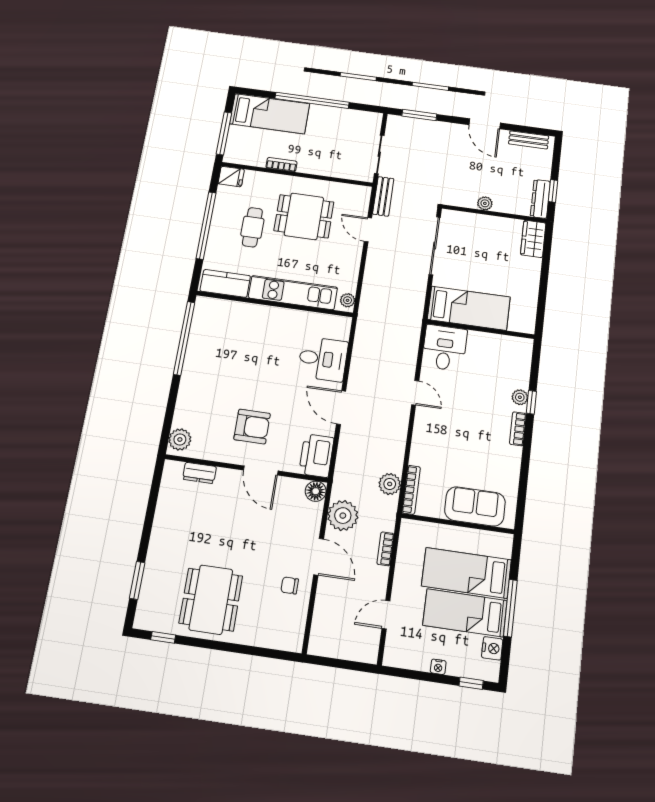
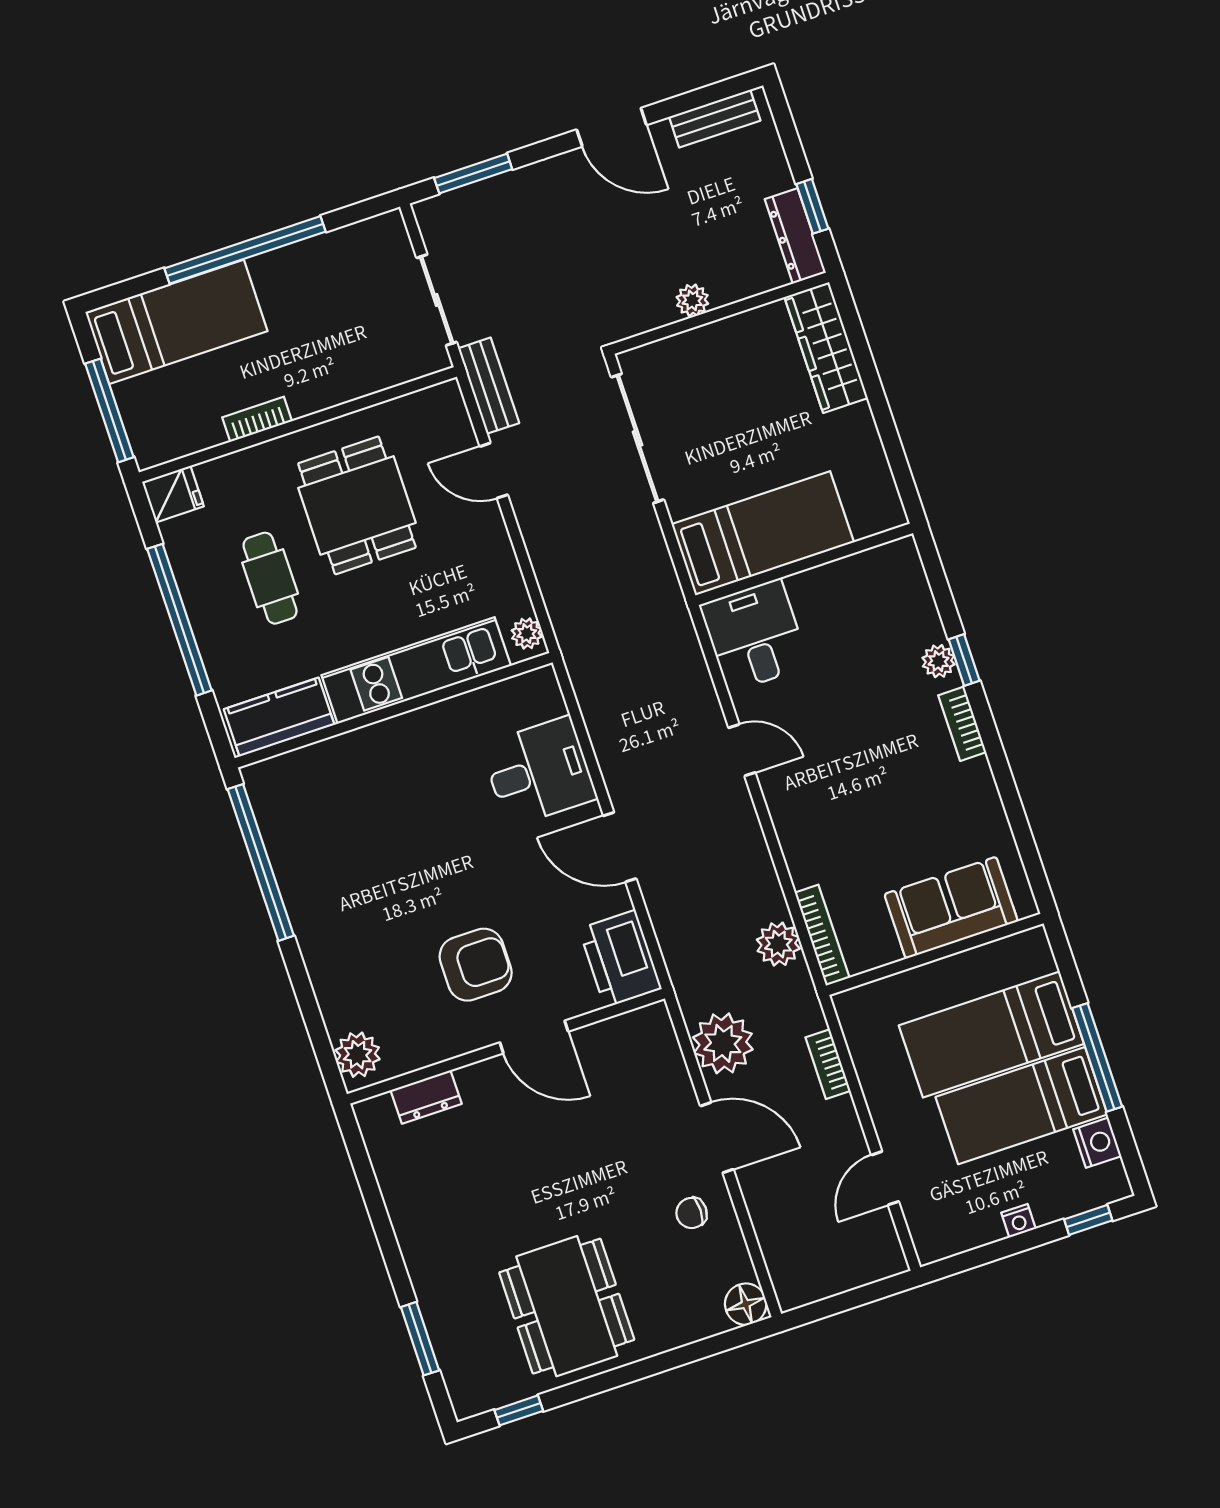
dining table: (304, 216) -> (357, 505), turned 90
wardrobe: (533, 239) -> (826, 348), width x1.50
floor lamp: (316, 491) -> (746, 1304), moved

